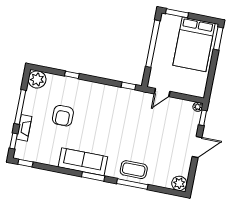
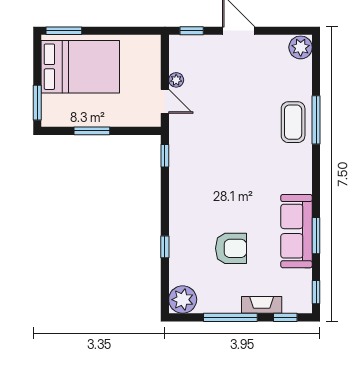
window: (153, 44) -> (92, 131), width x0.47
plant: (198, 107) -> (176, 80), moved
sofa: (83, 162) -> (296, 231), moved
window: (93, 176) -> (316, 236), moved

